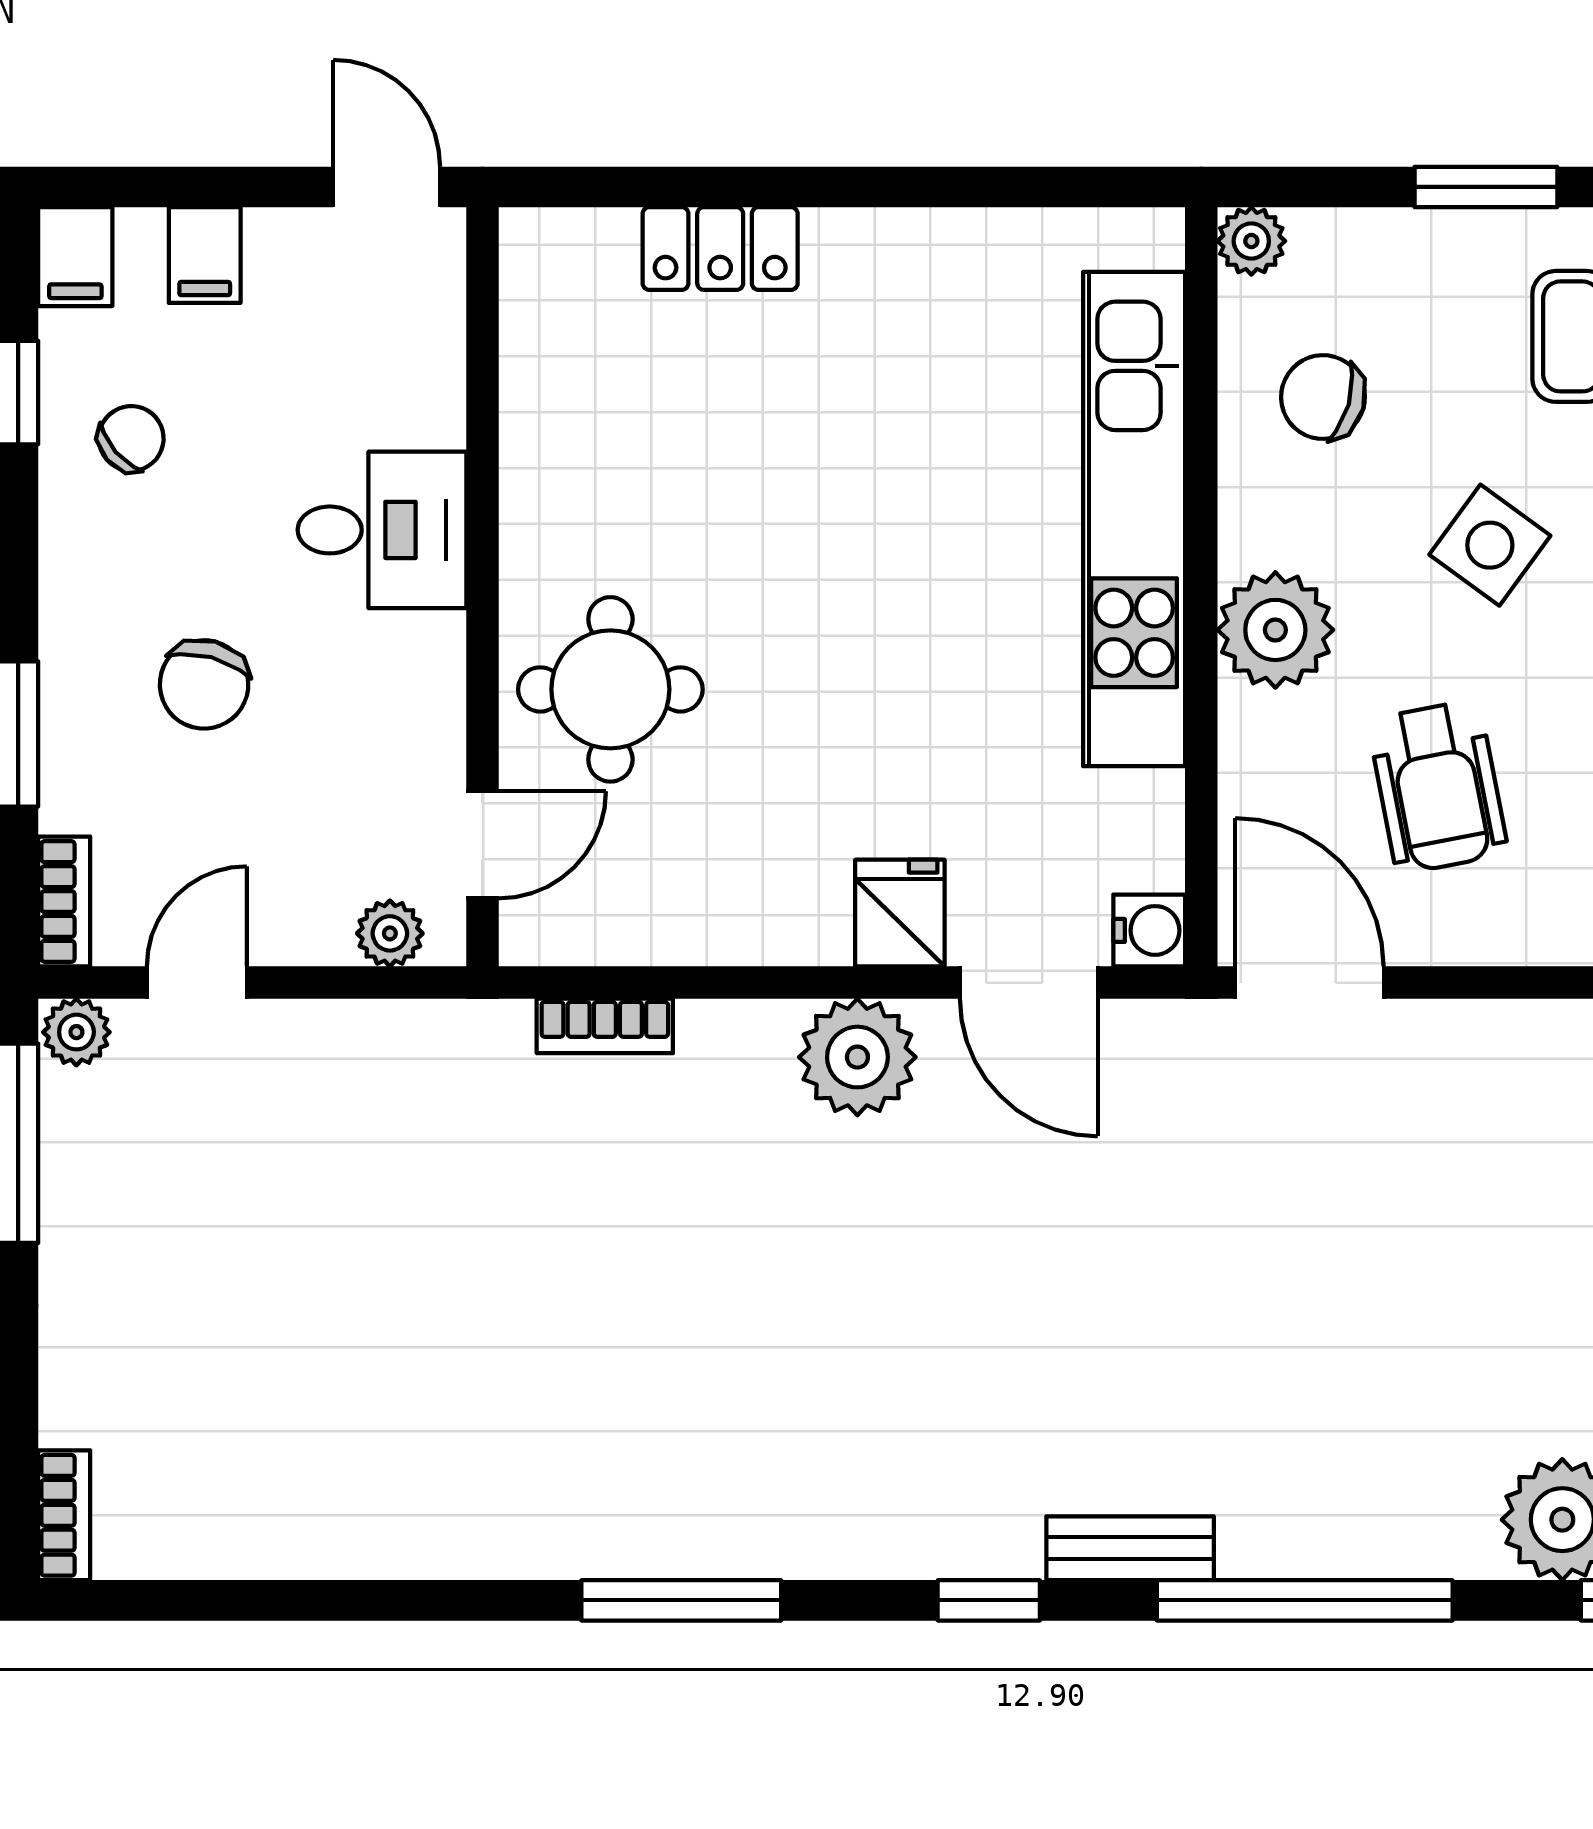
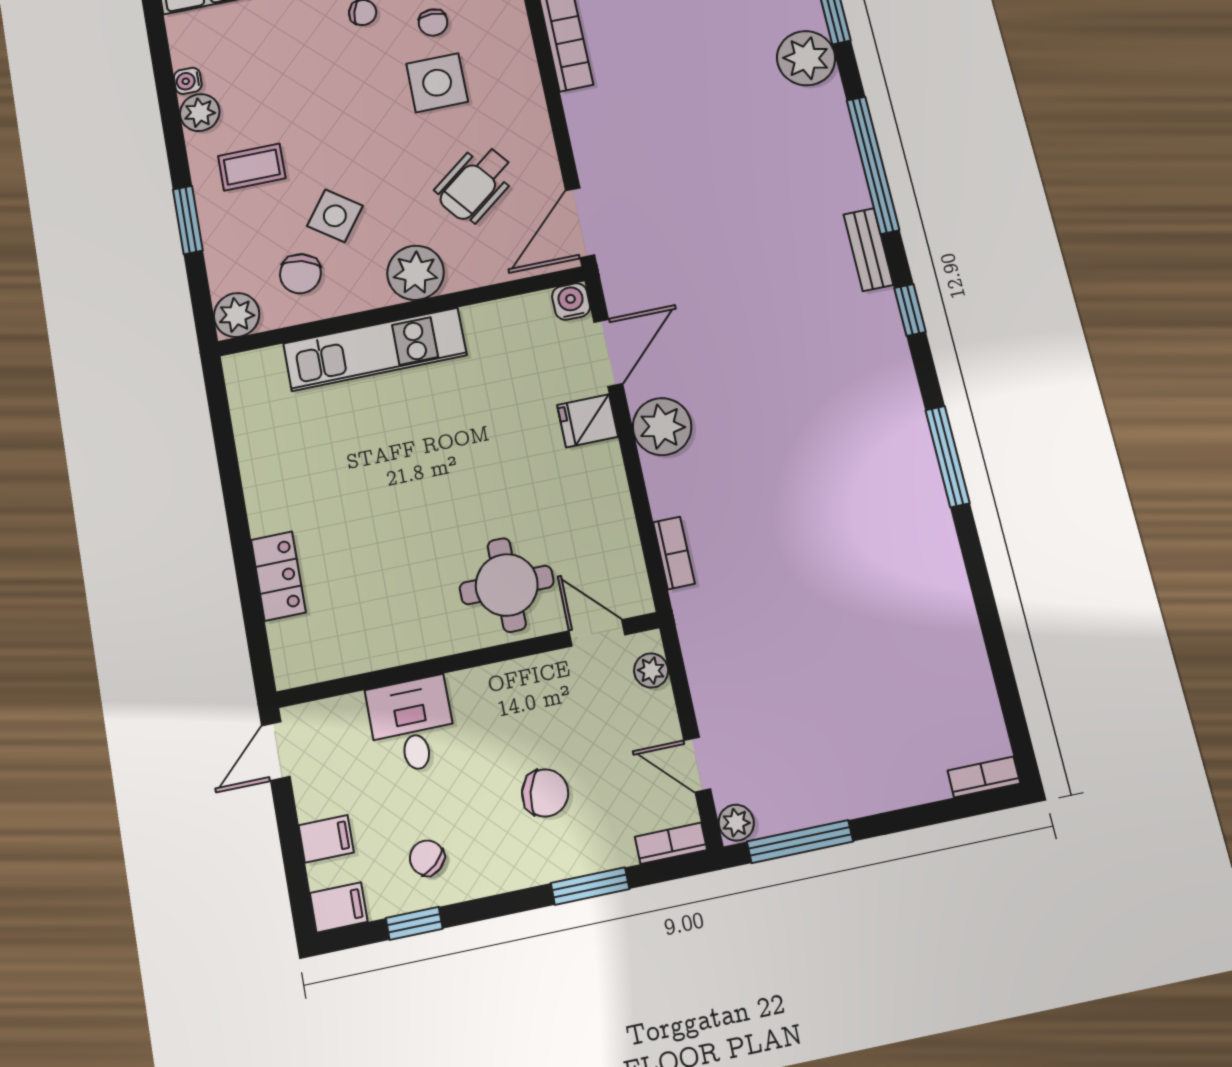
plant: (1251, 241) -> (237, 315), width x1.38, depth x1.38
kitchen unit: (1134, 519) -> (375, 349), width x0.73
desk: (382, 530) -> (412, 725), moved
side table: (1490, 545) -> (335, 216), moved
wheelchair: (1438, 787) -> (475, 184), turned 153

